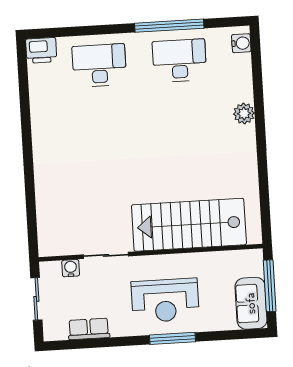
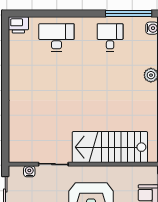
window: (169, 26) -> (129, 14), moved
desk: (179, 61) -> (110, 37), width x0.73

